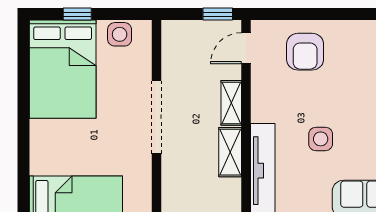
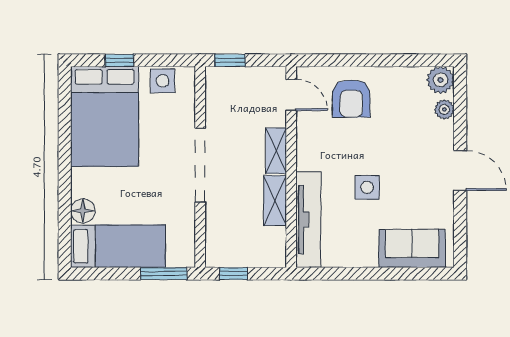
window: (218, 14) -> (230, 60), moved
door: (246, 48) -> (291, 95), swing flipped
floor lamp: (41, 162) -> (83, 211), added

